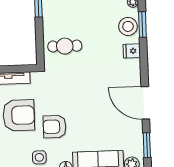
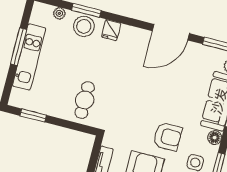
armchair: (55, 127) -> (167, 137), turned -90

